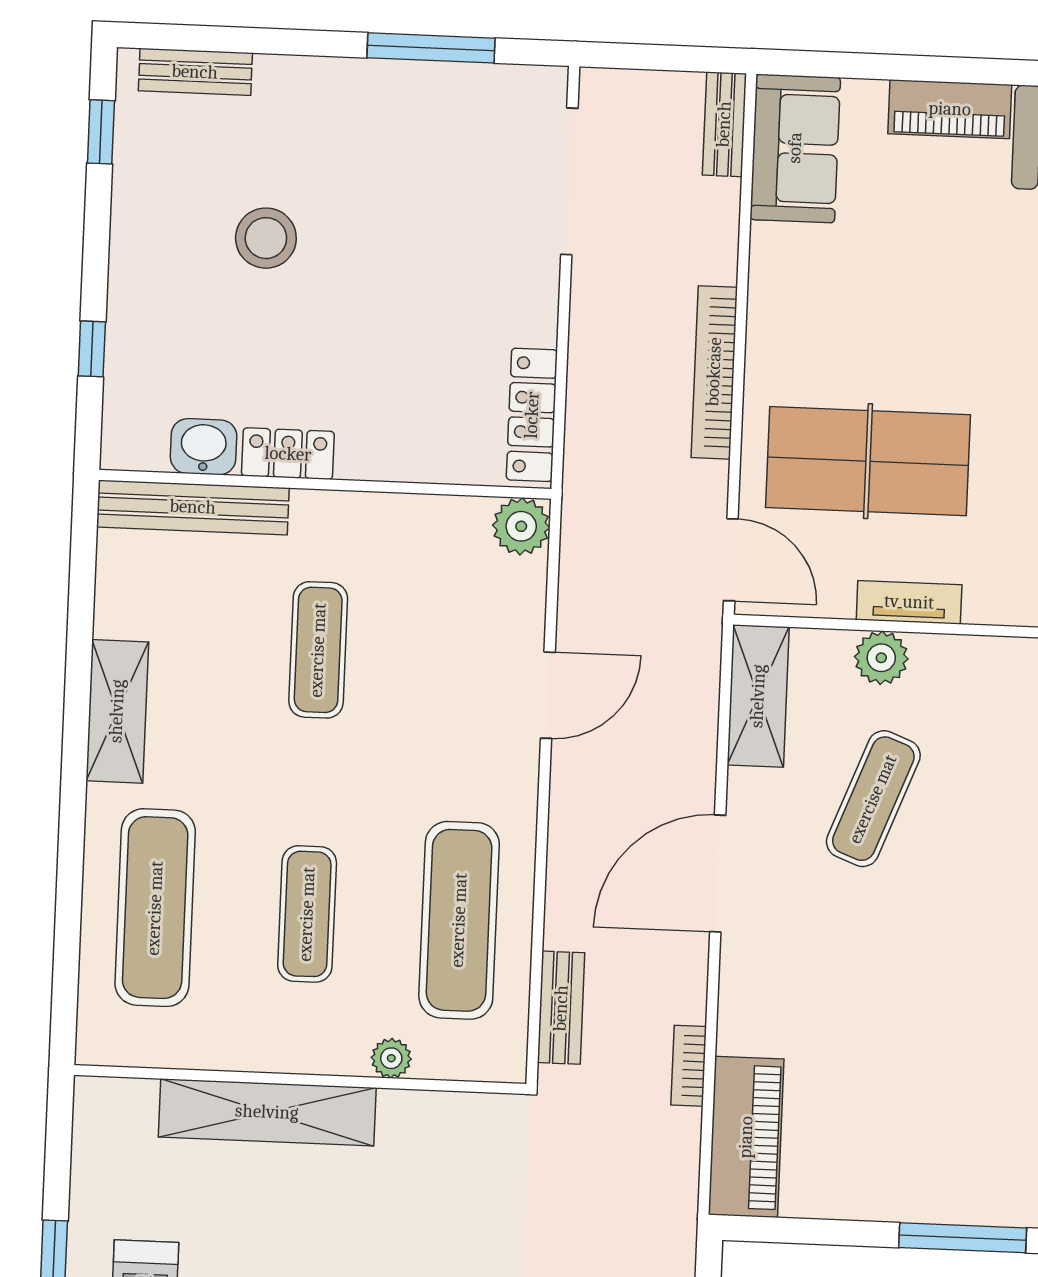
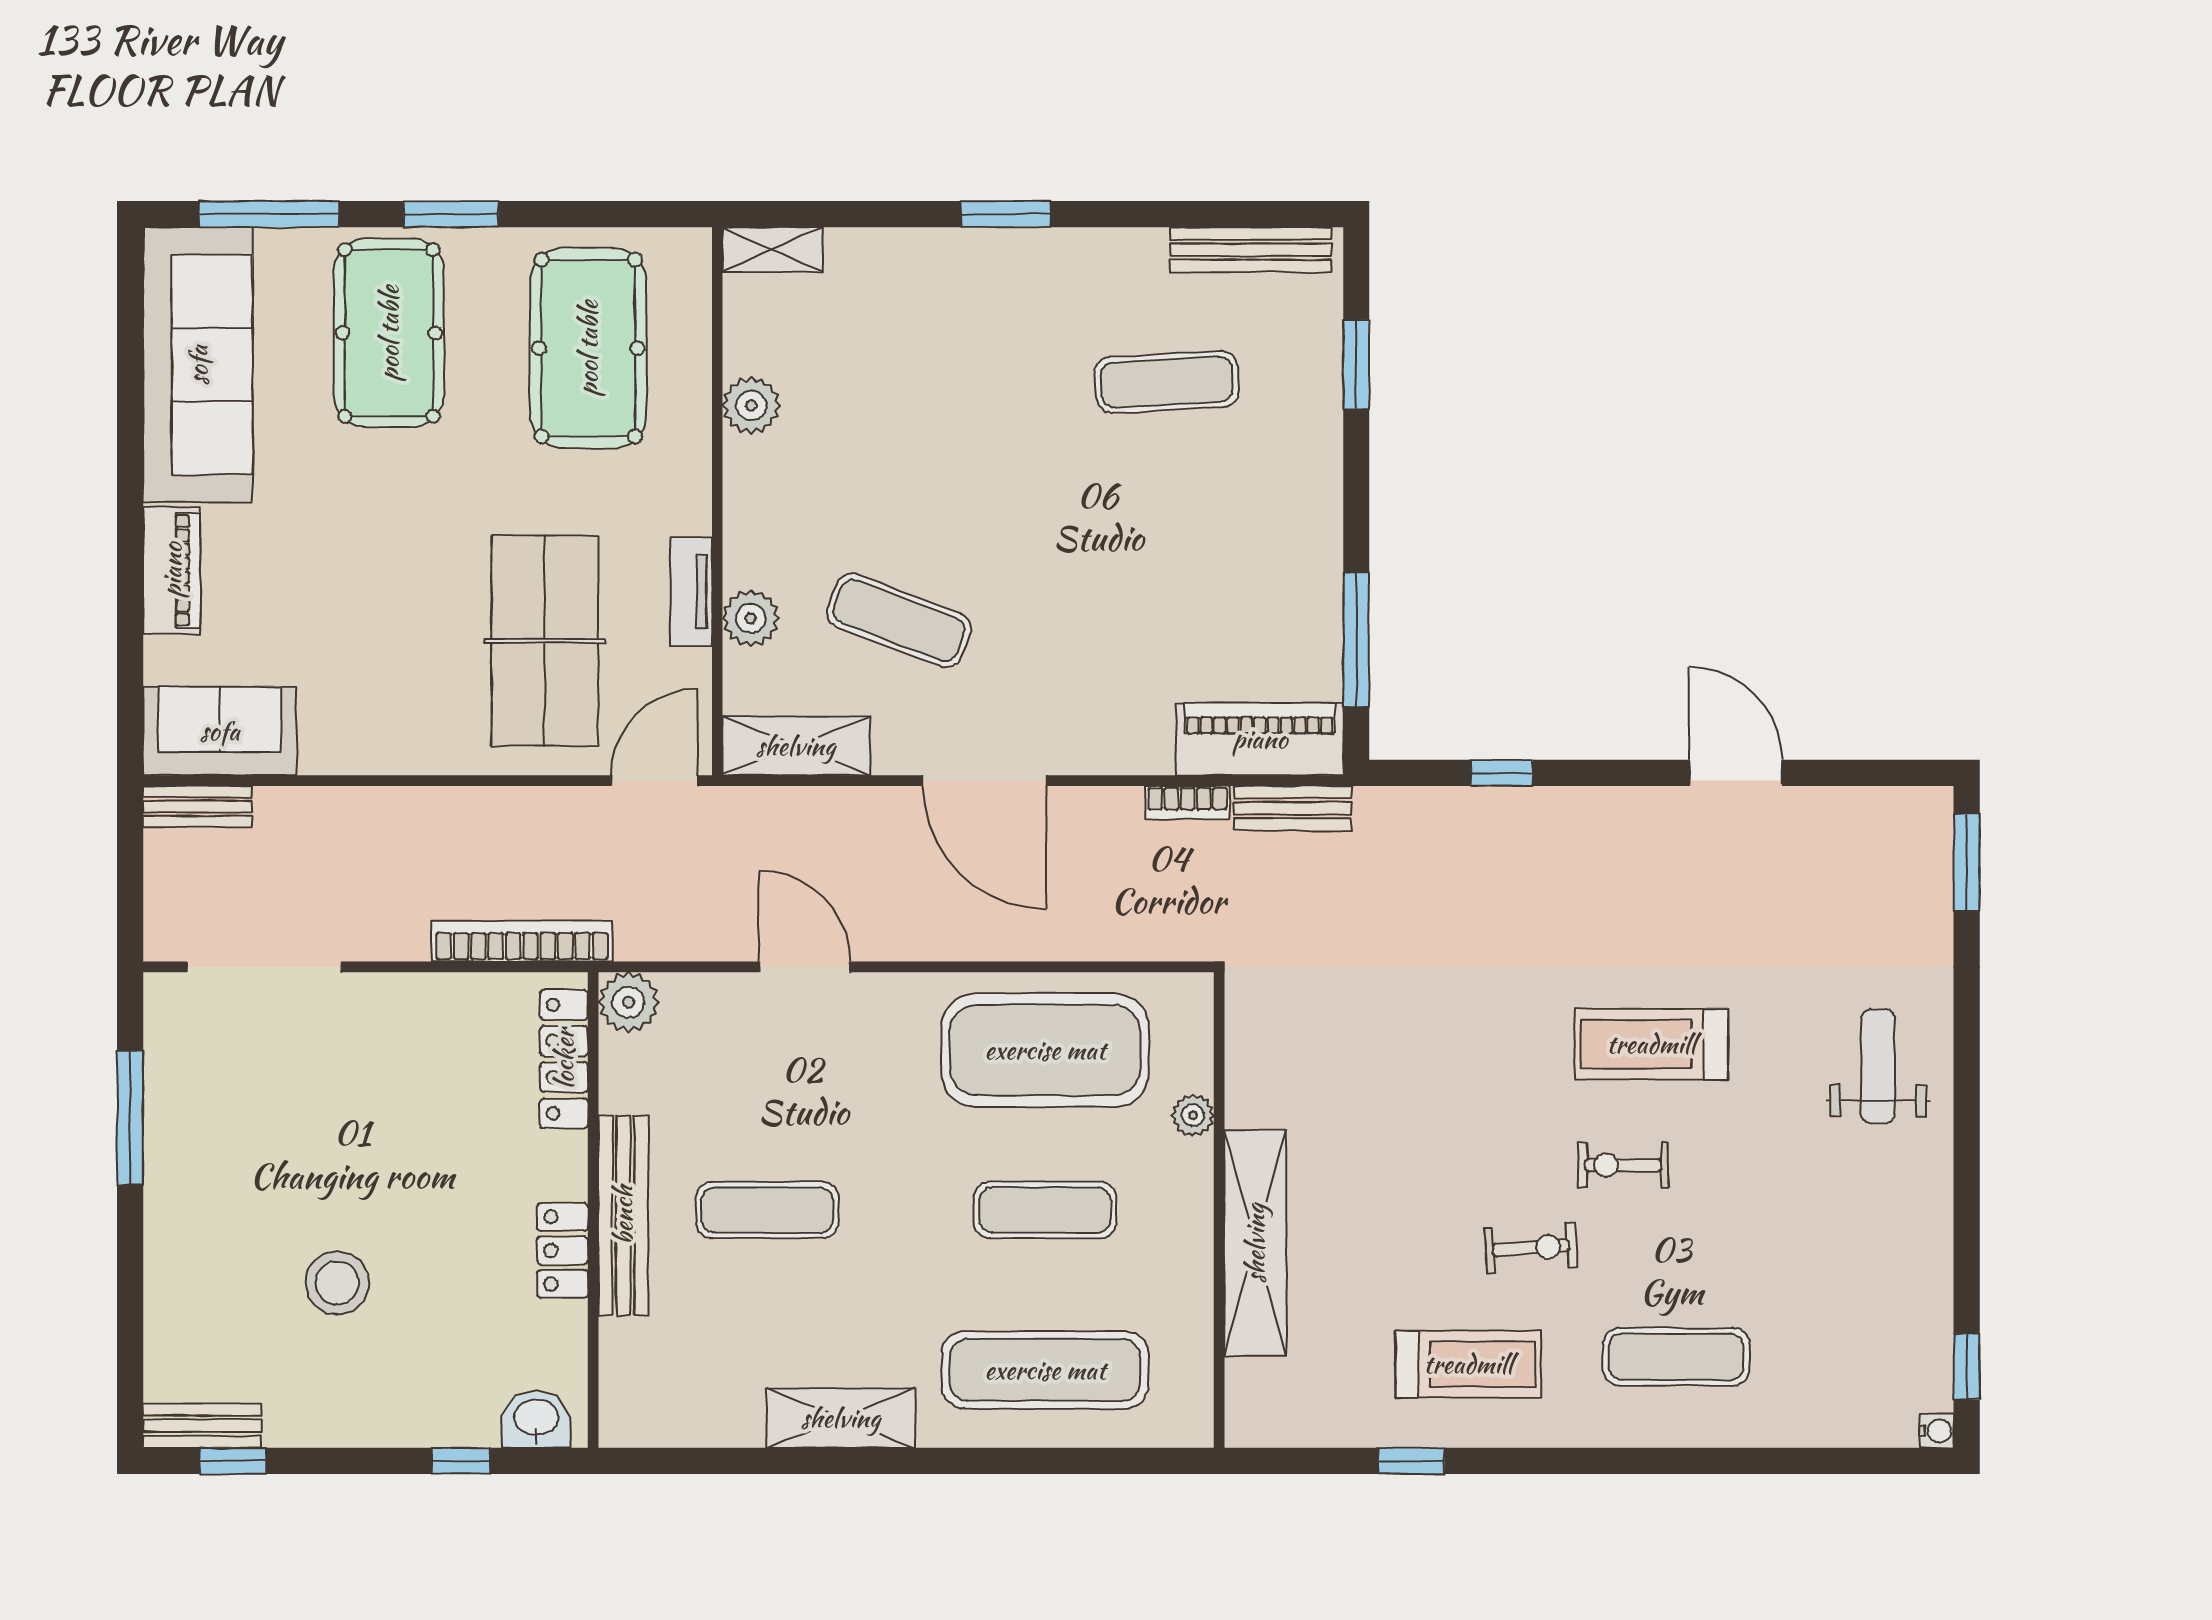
bench: (195, 72) -> (202, 1425), moved, turned 90
bookcase: (714, 372) -> (522, 941), moved, turned 180
locker: (532, 415) -> (564, 1059), moved, turned 90
washbasin: (204, 447) -> (536, 1419), moved, turned 90
bench: (193, 507) -> (623, 1215), moved
exercise mat: (459, 920) -> (1045, 1050), width x1.47
bench: (561, 1008) -> (1293, 808), moved
window: (963, 1238) -> (1356, 640), moved

